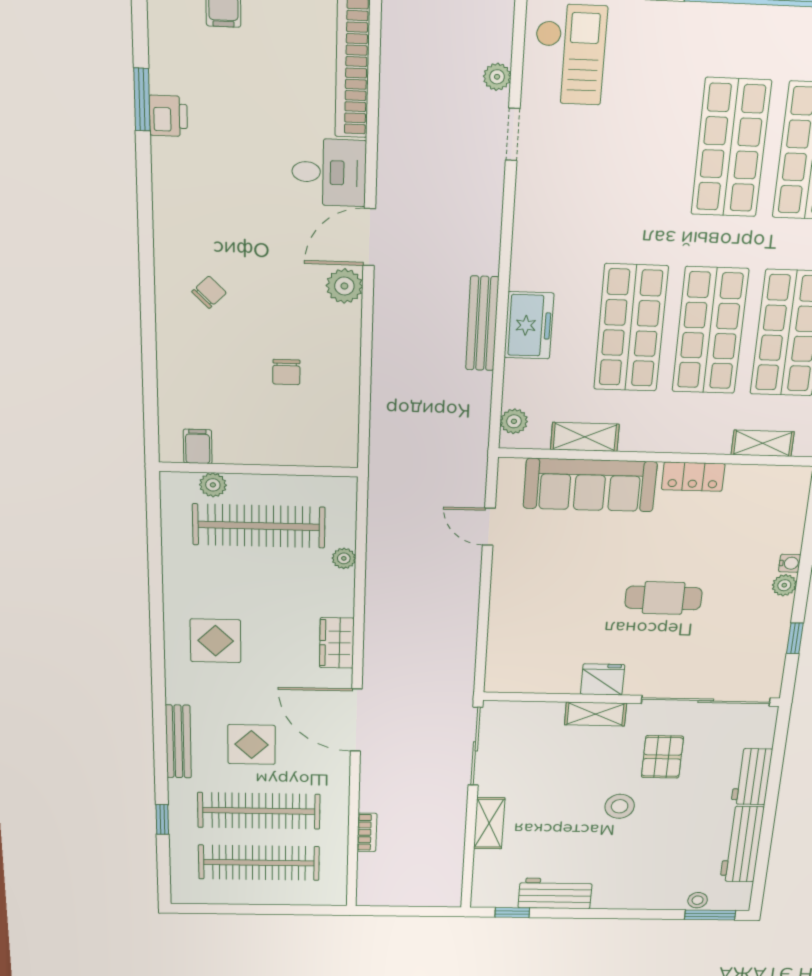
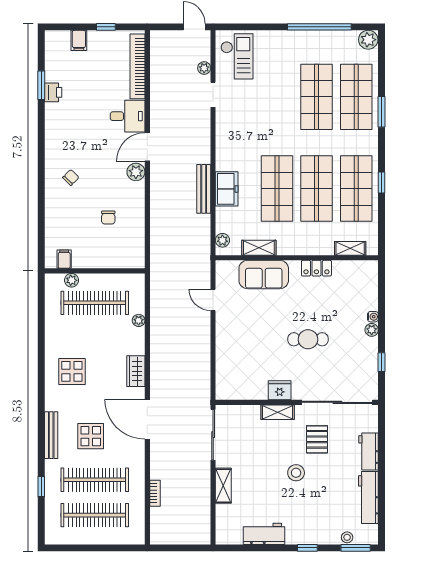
sofa: (590, 485) -> (264, 275), width x0.73
window: (512, 912) -> (307, 548), moved

